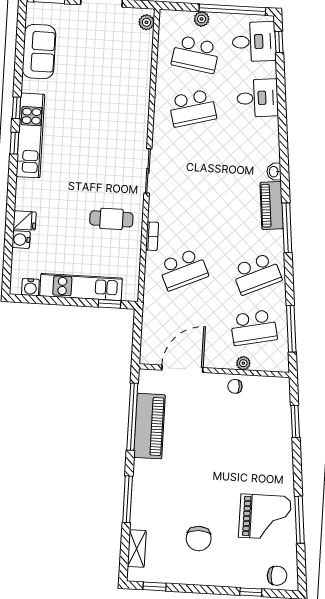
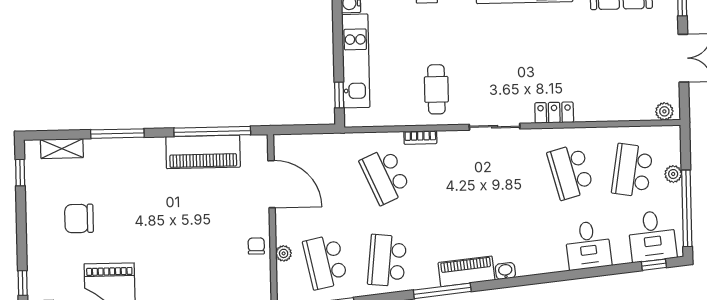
locker: (140, 118) -> (554, 113), added
school desk: (257, 274) -> (387, 261), turned 30

